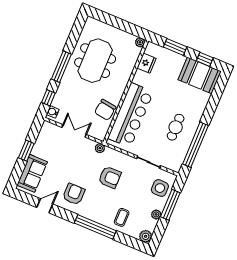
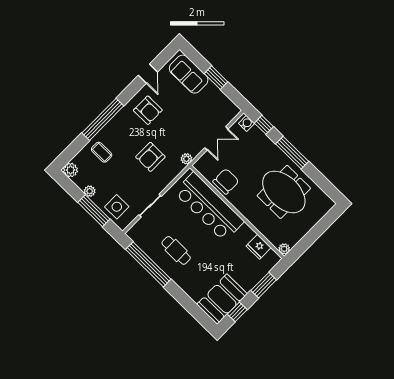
chair: (105, 110) -> (226, 181), turned 82

